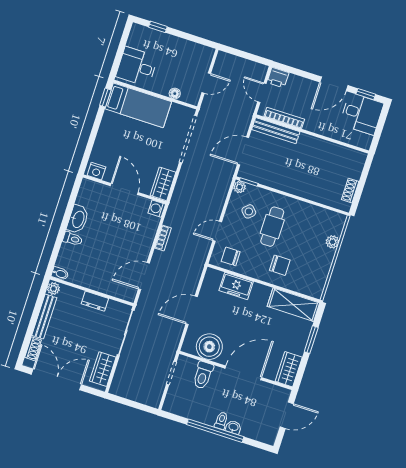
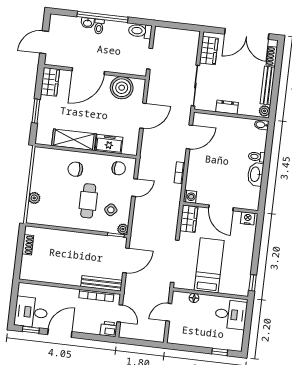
bed: (138, 105) -> (209, 265), moved, turned 90
shelving: (293, 305) -> (74, 140), moved
toilet: (203, 375) -> (140, 31), moved, turned -90

